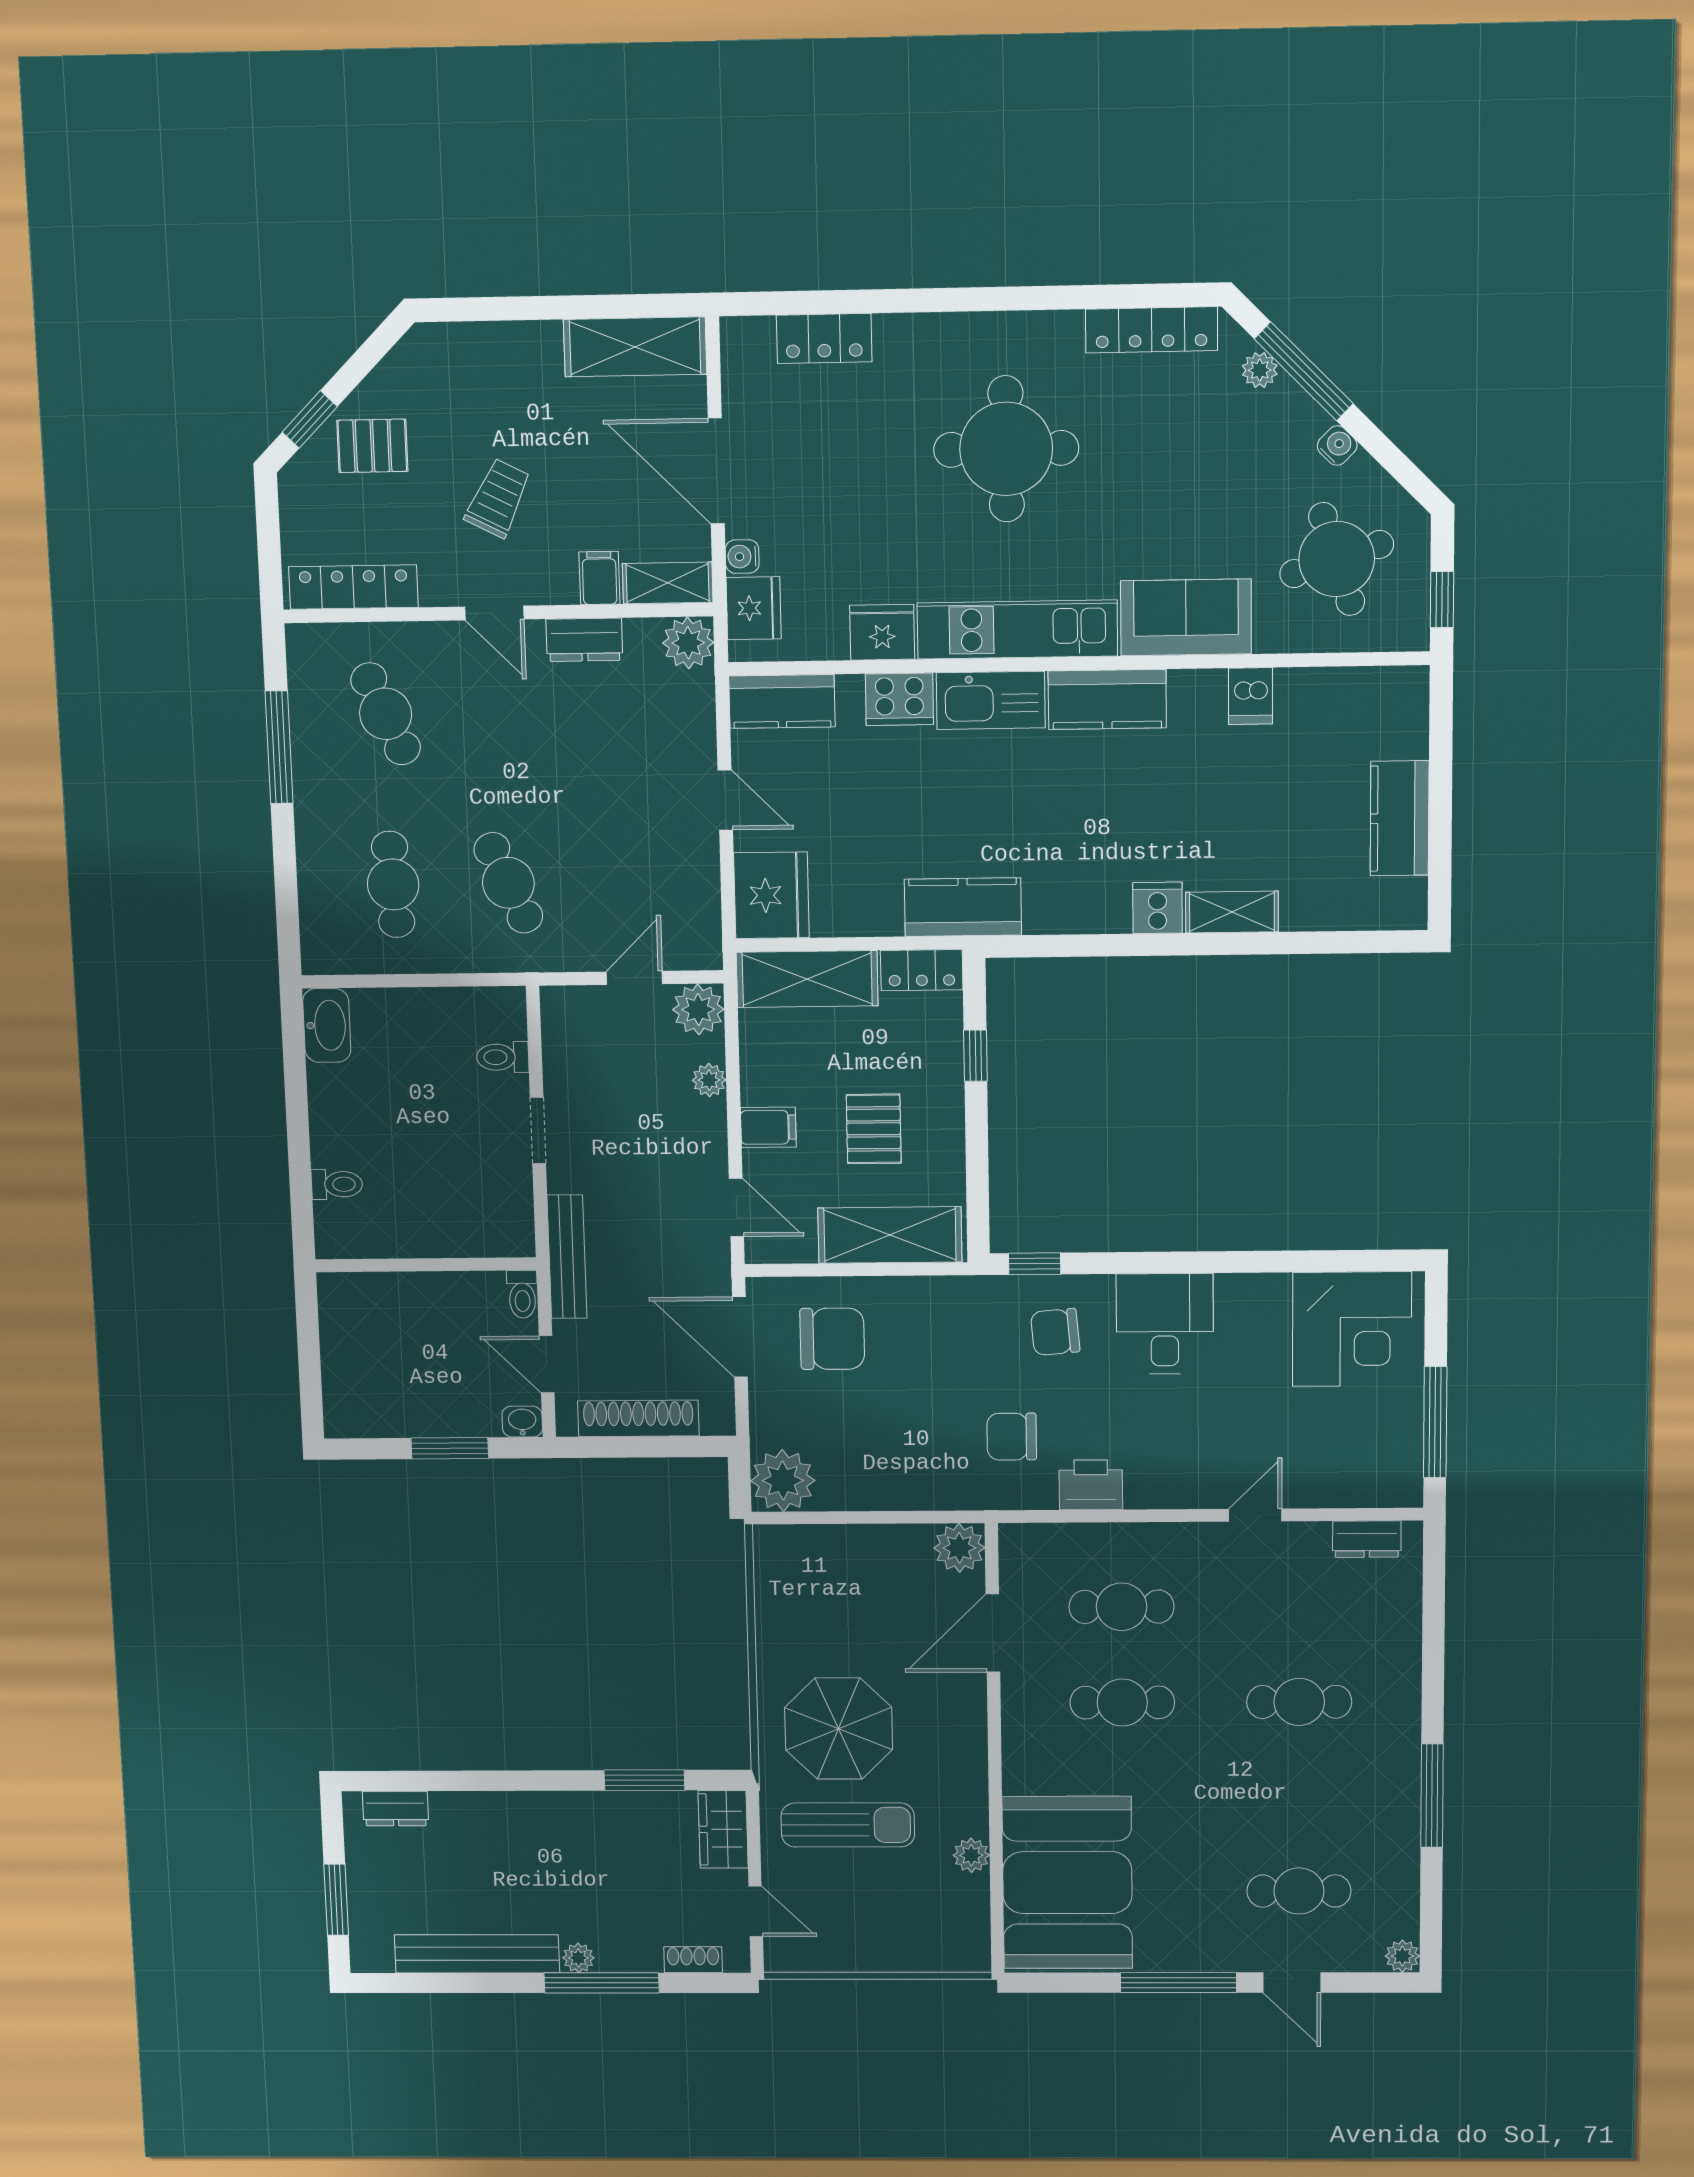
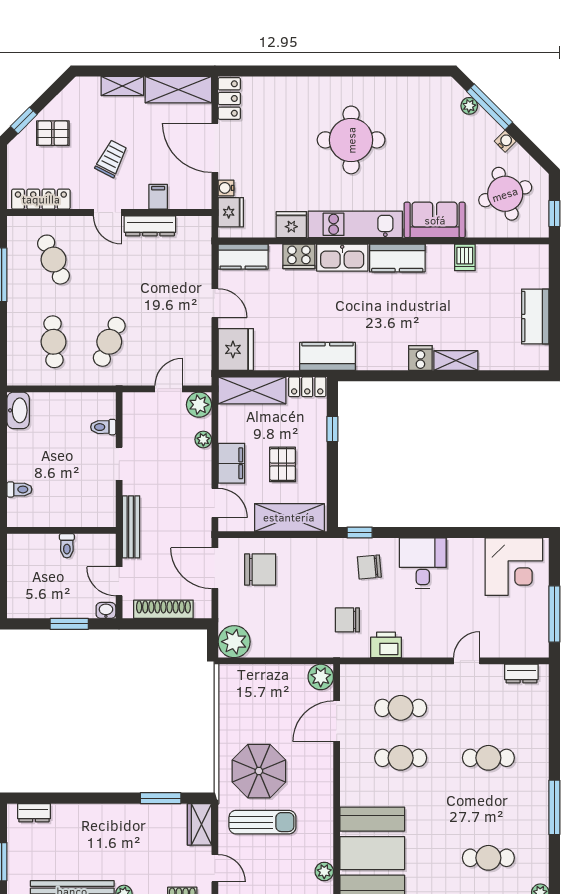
locker: (1151, 330) -> (419, 87), removed
locker: (824, 338) -> (229, 98), moved, turned -90
shelving: (668, 583) -> (122, 86), moved
dresser: (584, 640) -> (150, 226), width x1.44
plant: (688, 643) -> (199, 228), removed
cafe table: (508, 883) -> (109, 342), turned 48
filing cabinet: (768, 1127) -> (231, 463), width x2.00
toilet: (522, 1294) -> (67, 546), moved
plant: (971, 1855) -> (324, 871), moved

